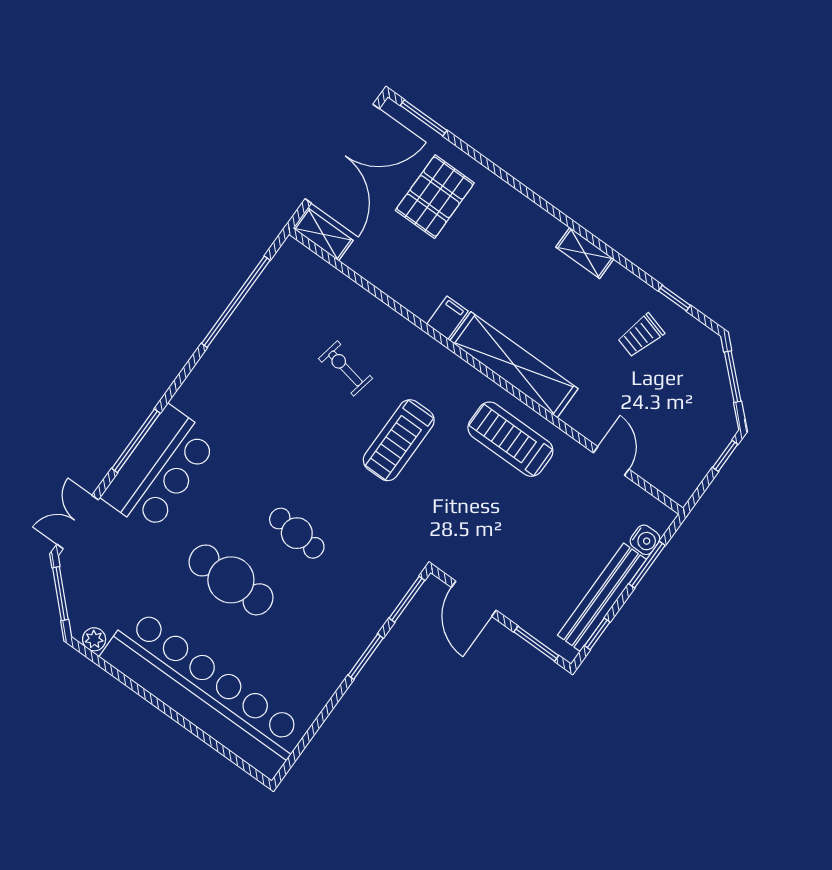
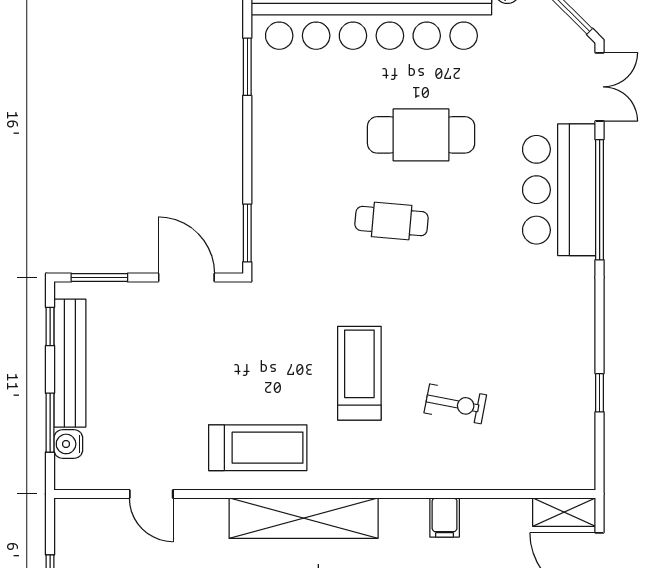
window: (236, 302) -> (600, 393), width x0.32
filing cabinet: (447, 318) -> (445, 518), moved
window: (136, 441) -> (600, 200), width x1.46
window: (366, 657) -> (247, 67), moved

